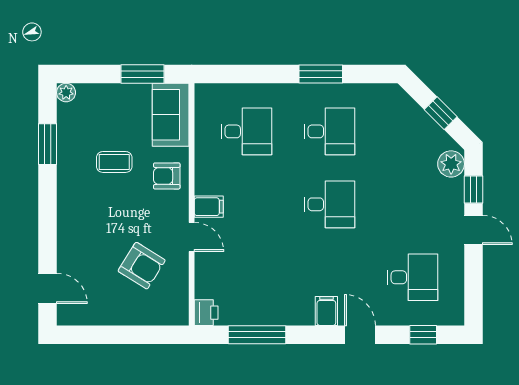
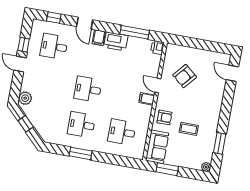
window: (474, 189) -> (24, 45), moved
armchair: (142, 266) -> (185, 76), turned -82
printer: (291, 309) -> (116, 41), added

